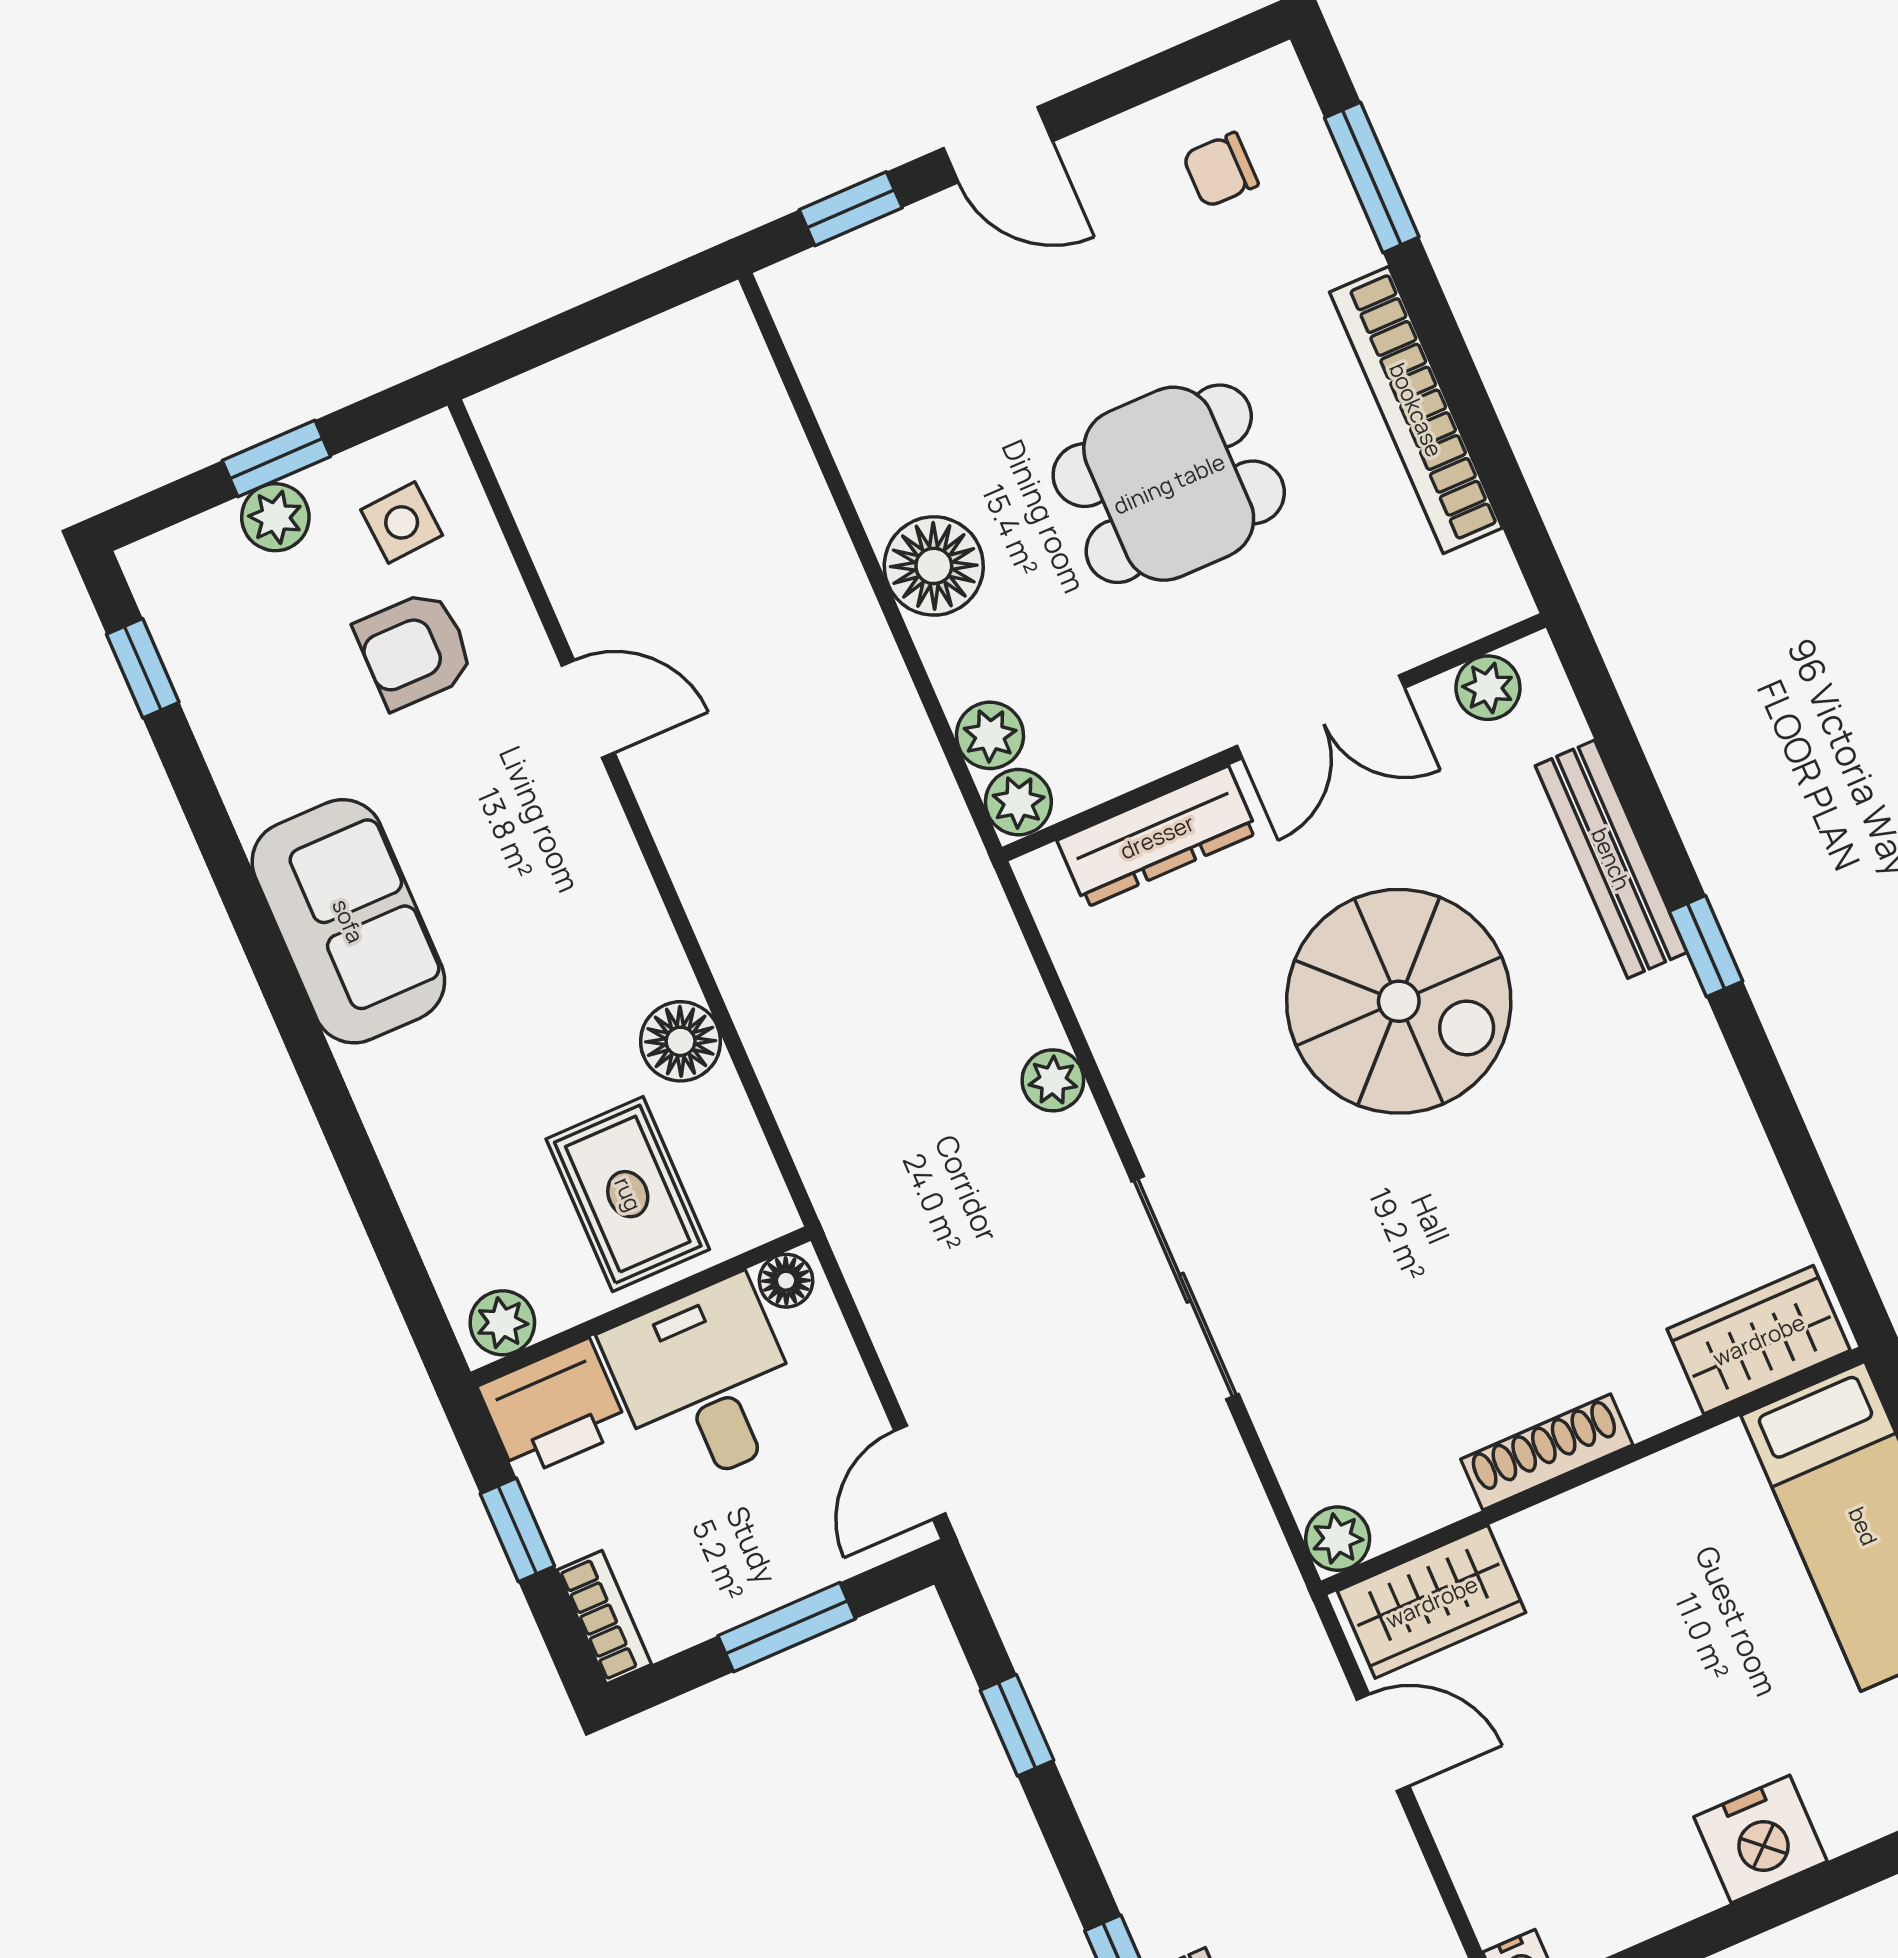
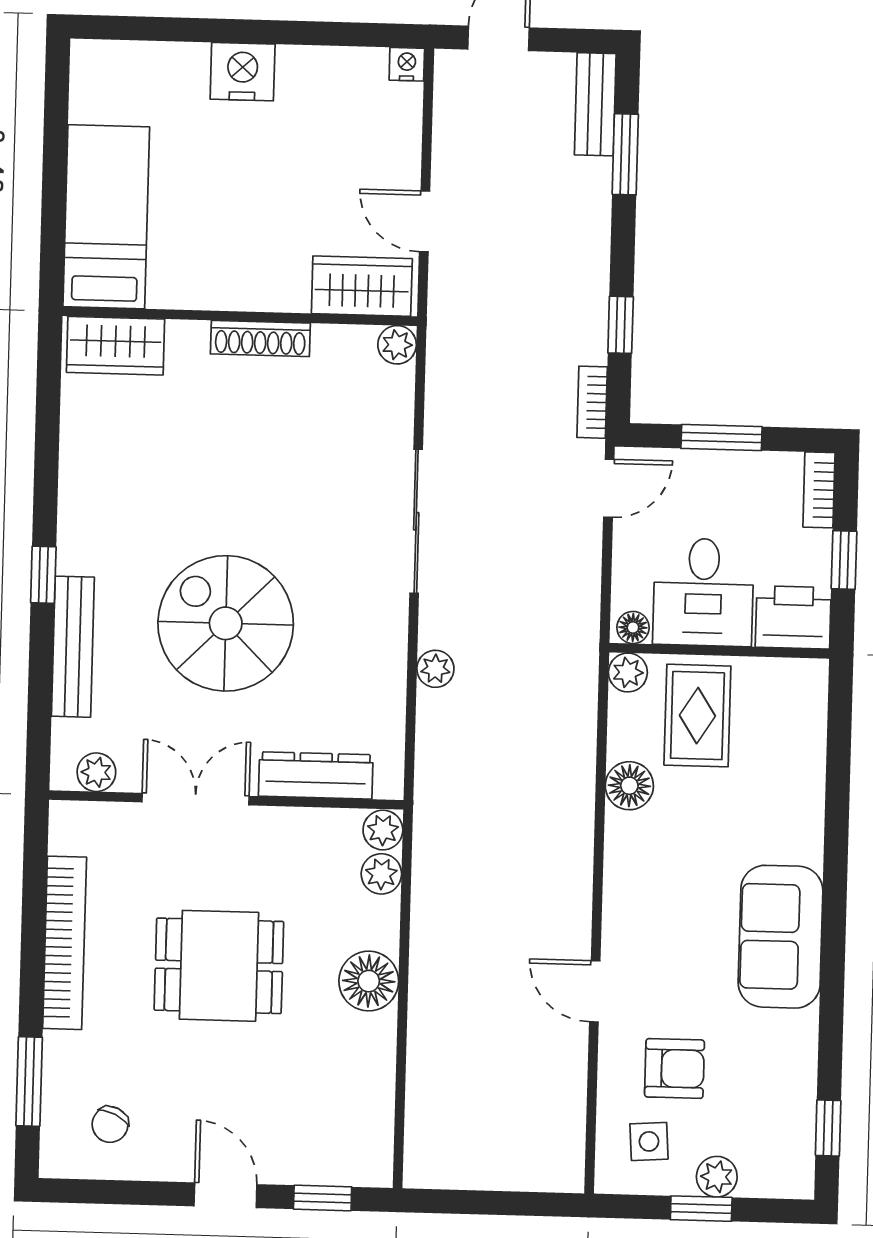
chair: (1220, 170) -> (110, 1124), turned 116
plant: (502, 1323) -> (628, 672), moved
bookcase: (1005, 1589) -> (592, 402), added

